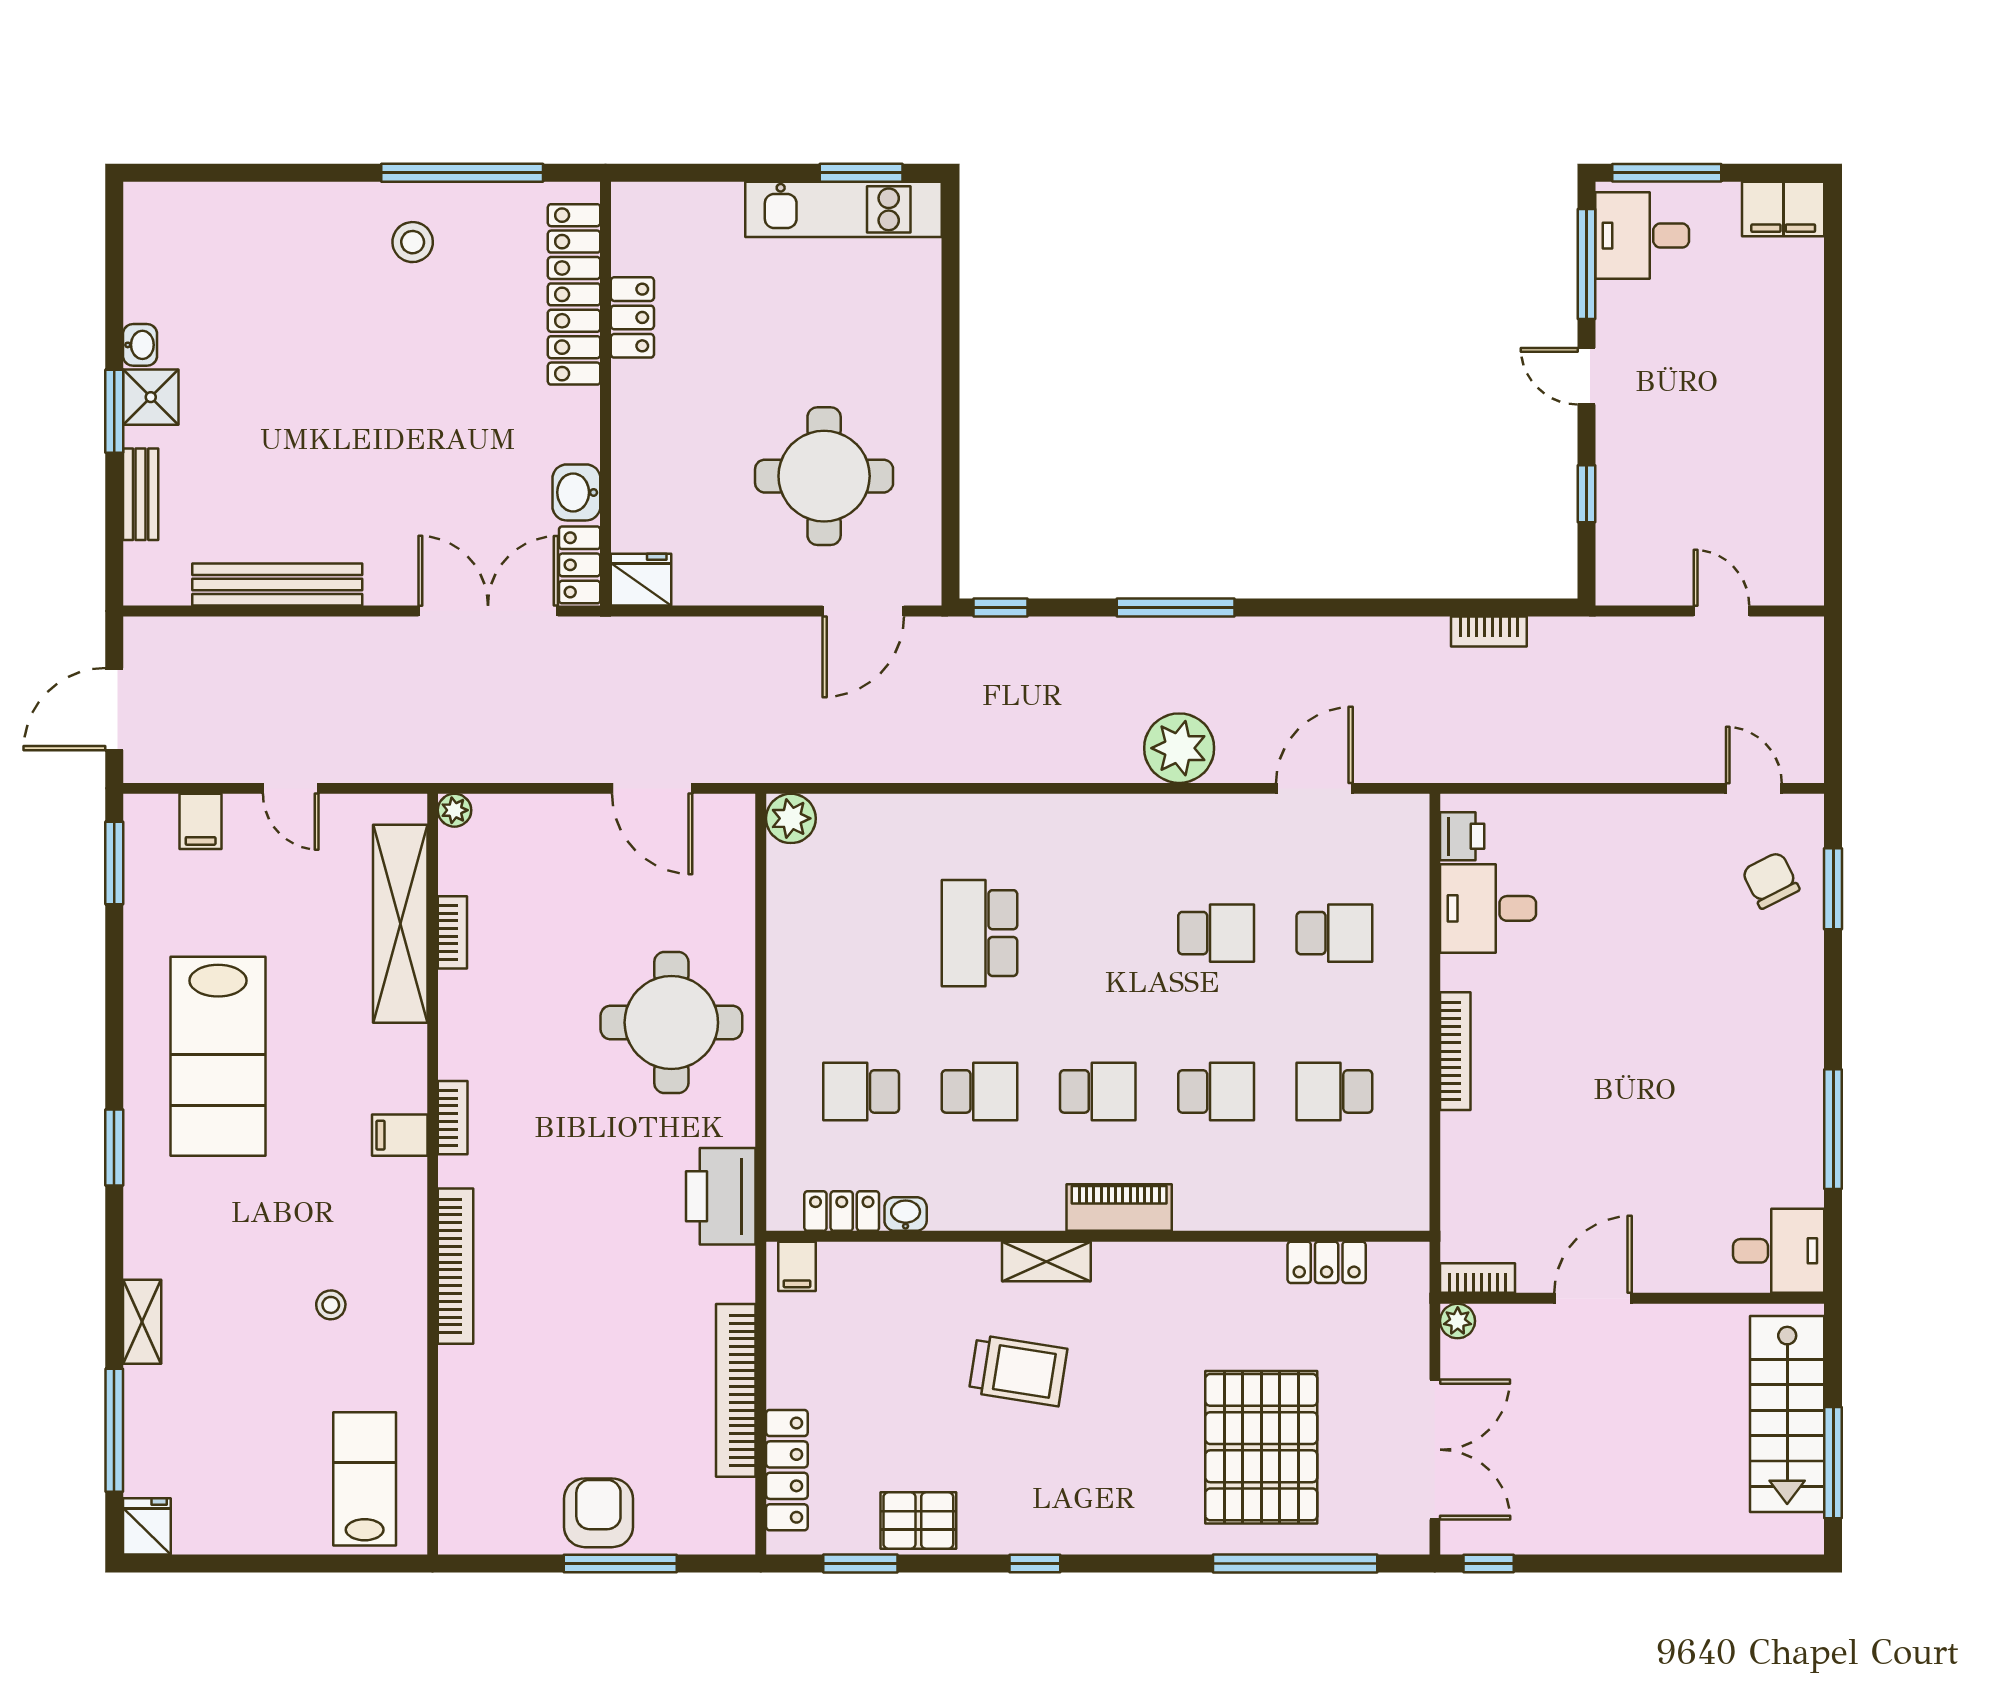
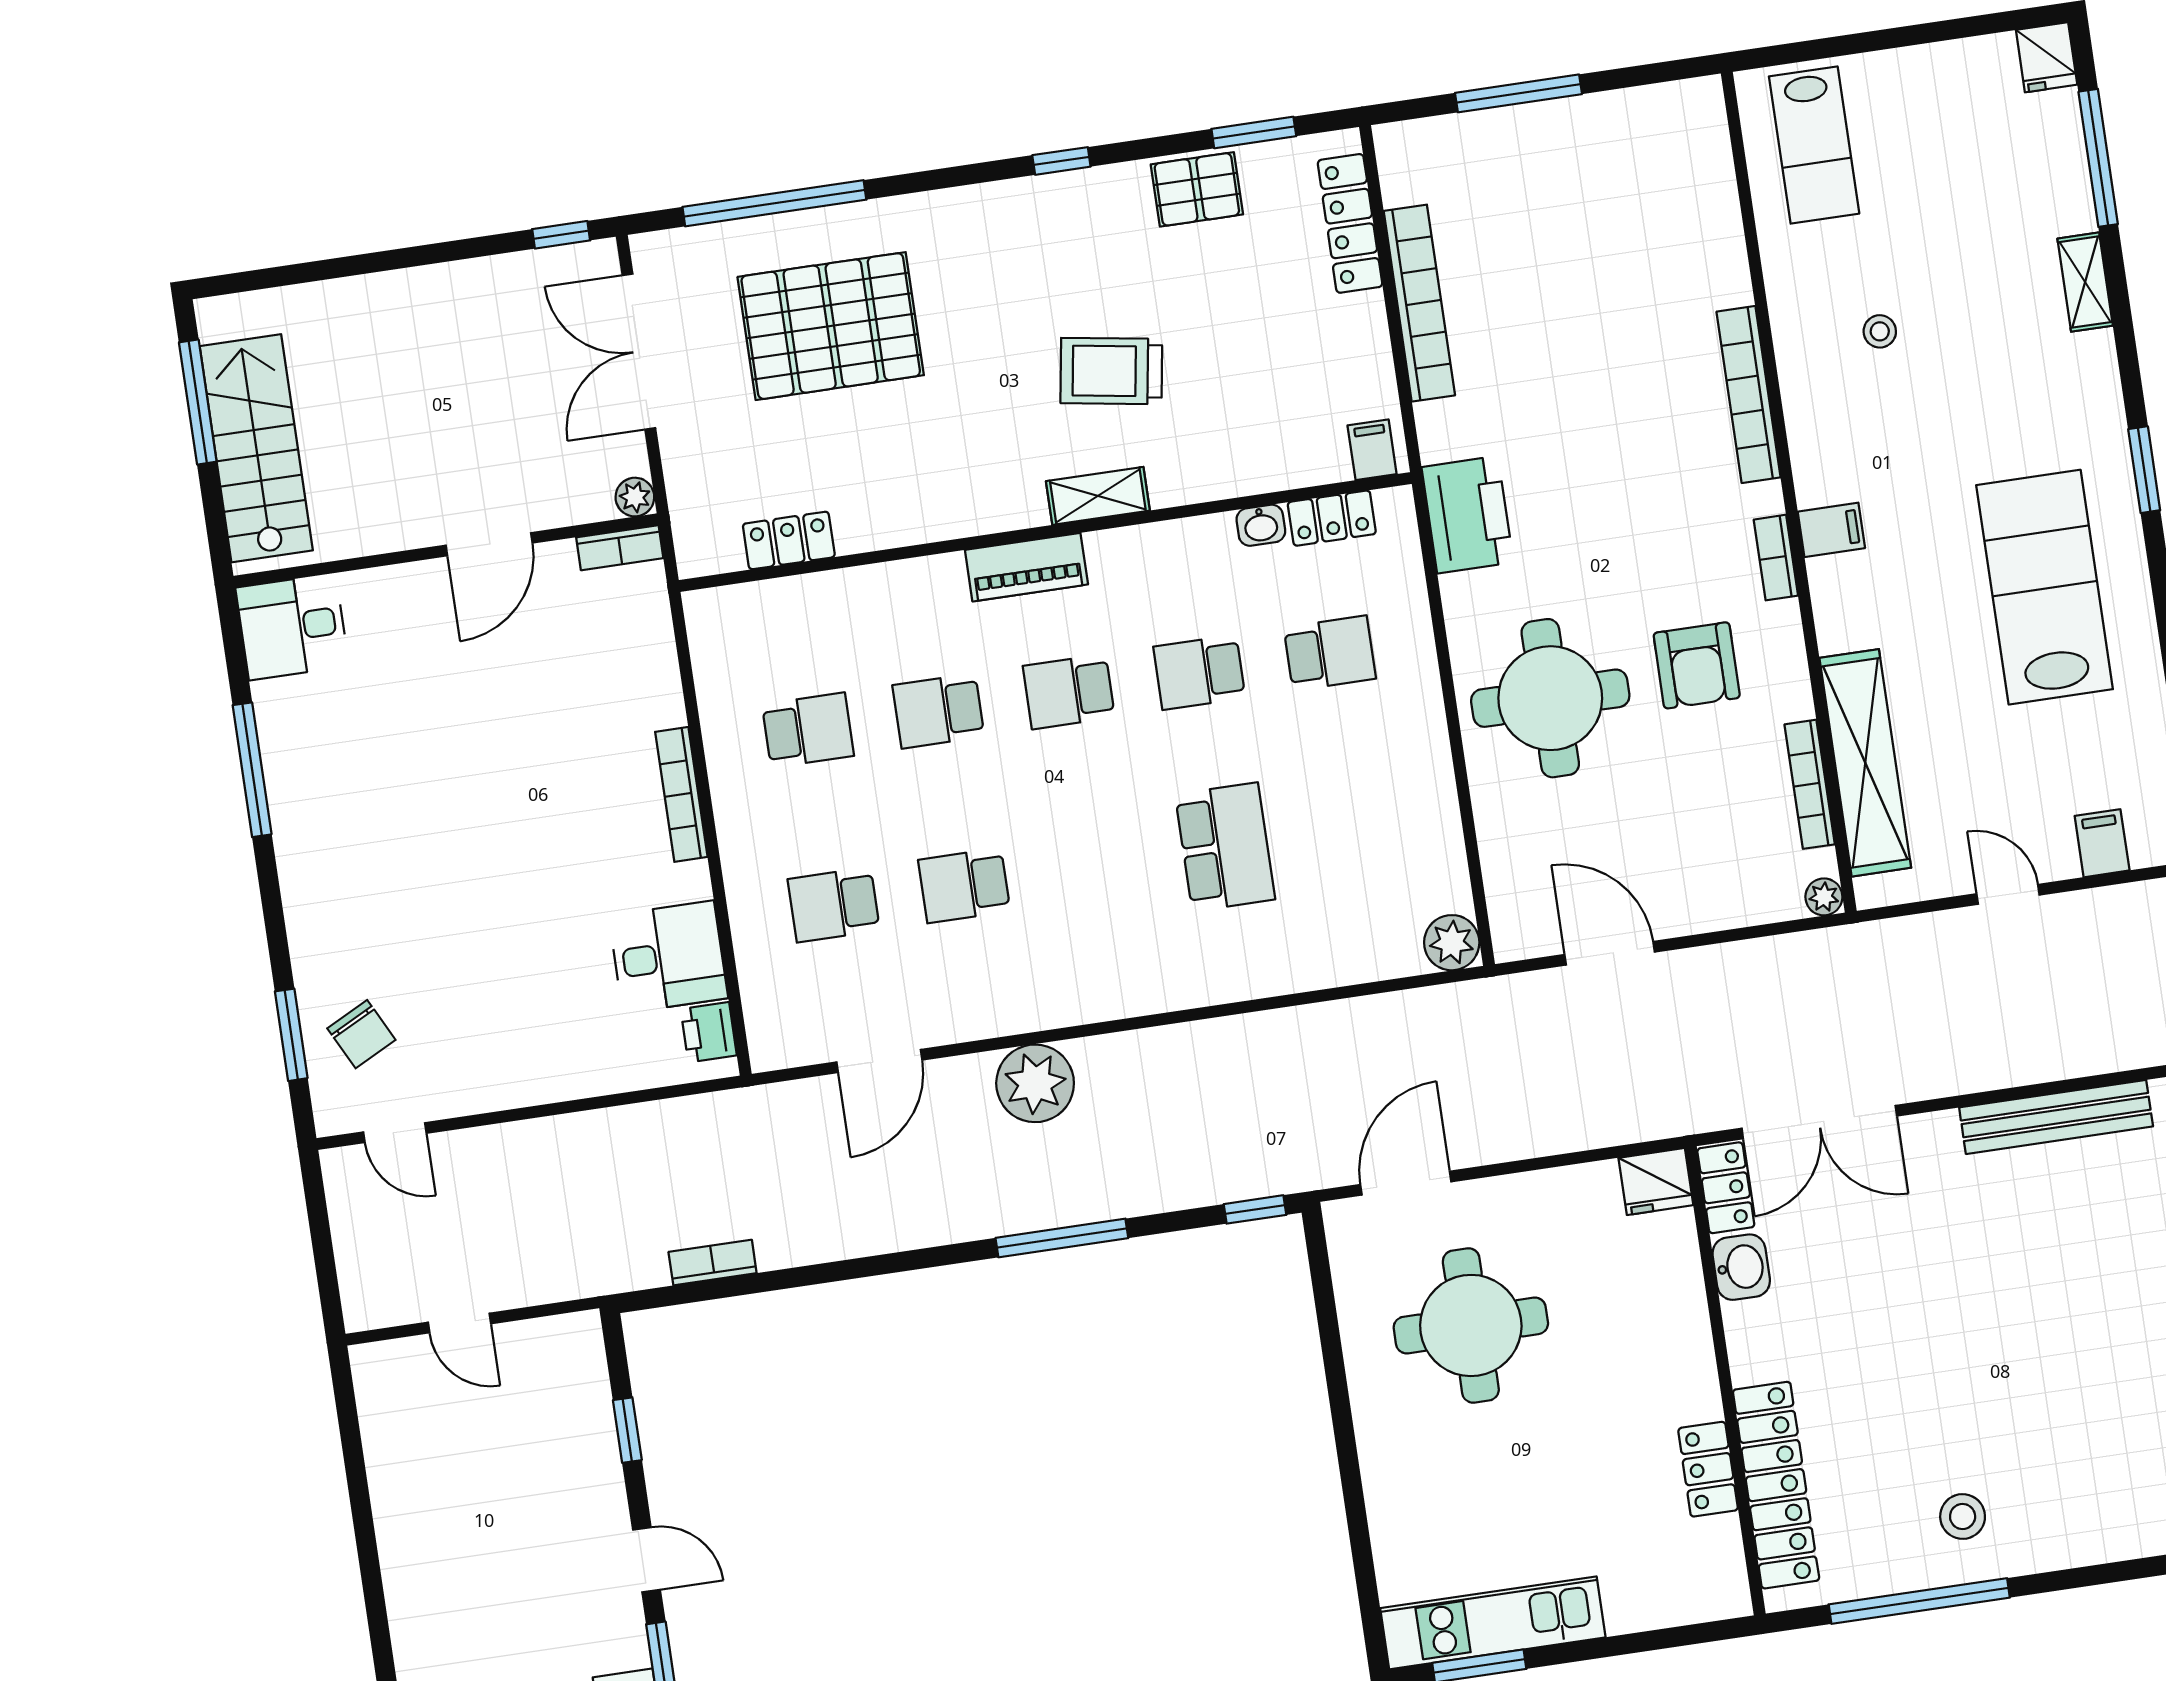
bookcase: (452, 932) -> (1810, 784), width x1.56
pallet: (1261, 1447) -> (831, 326), turned 90
armchair: (598, 1513) -> (1697, 665), moved

